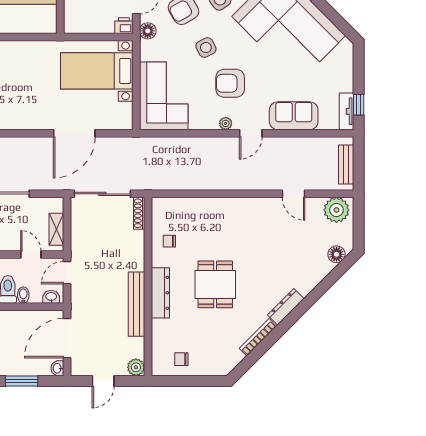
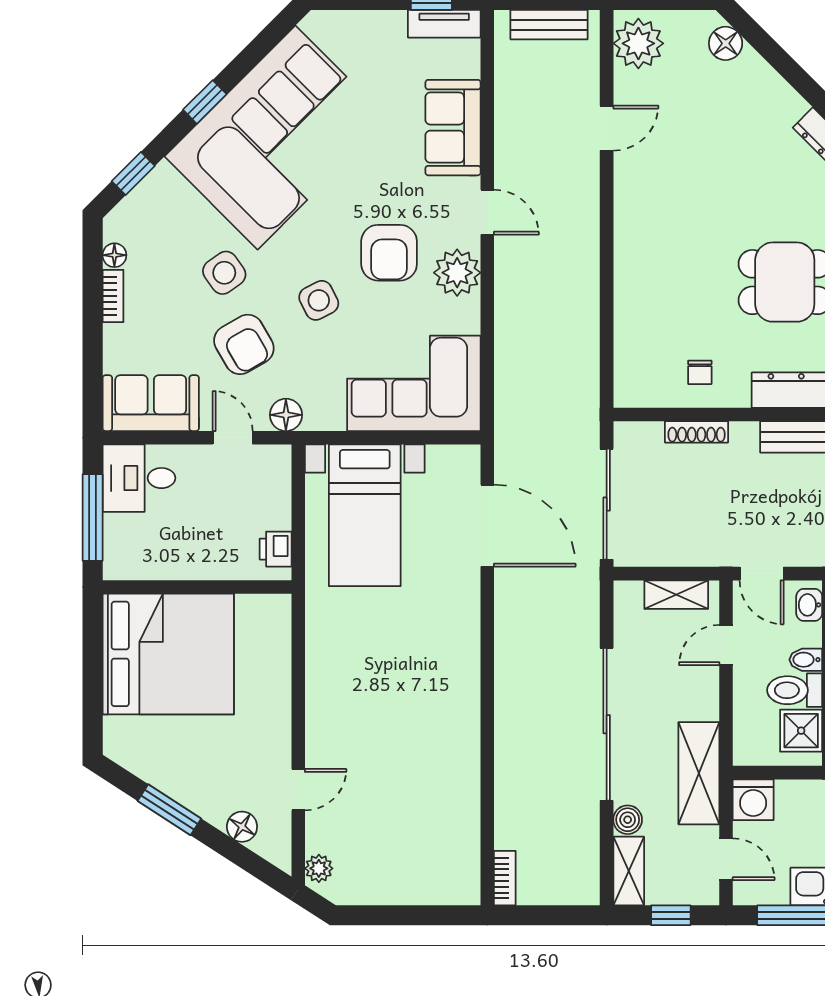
printer: (124, 26) -> (276, 549), moved
plant: (226, 123) -> (457, 273), width x1.88, depth x1.88
door: (74, 133) -> (487, 526), moved
shoe rack: (139, 213) -> (697, 432), moved

